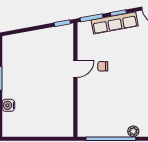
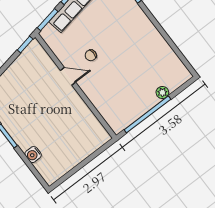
door: (75, 69) -> (68, 76), hinge flipped

